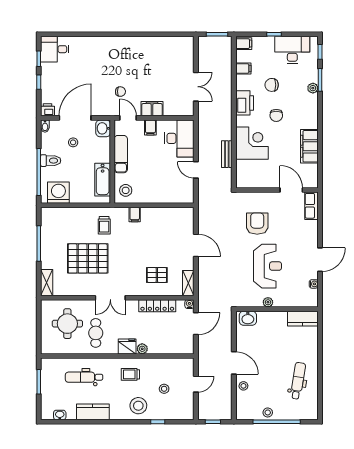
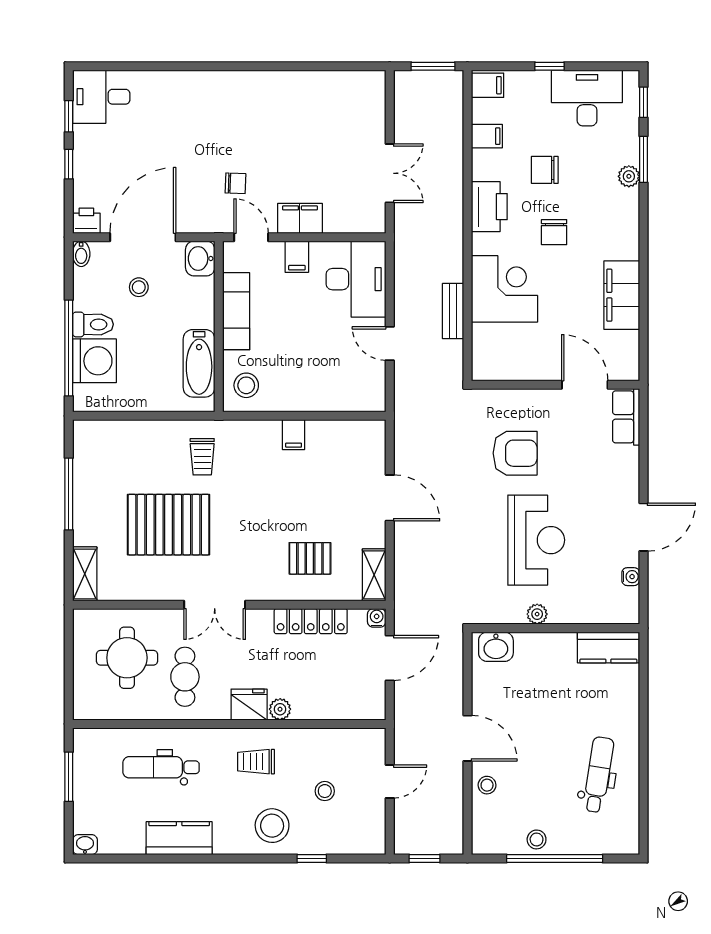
washing machine: (58, 193) -> (94, 361), moved, turned 90
filing cabinet: (135, 214) -> (294, 435), moved
armchair: (257, 224) -> (515, 453), turned 90
washbasin: (60, 415) -> (85, 845), moved

